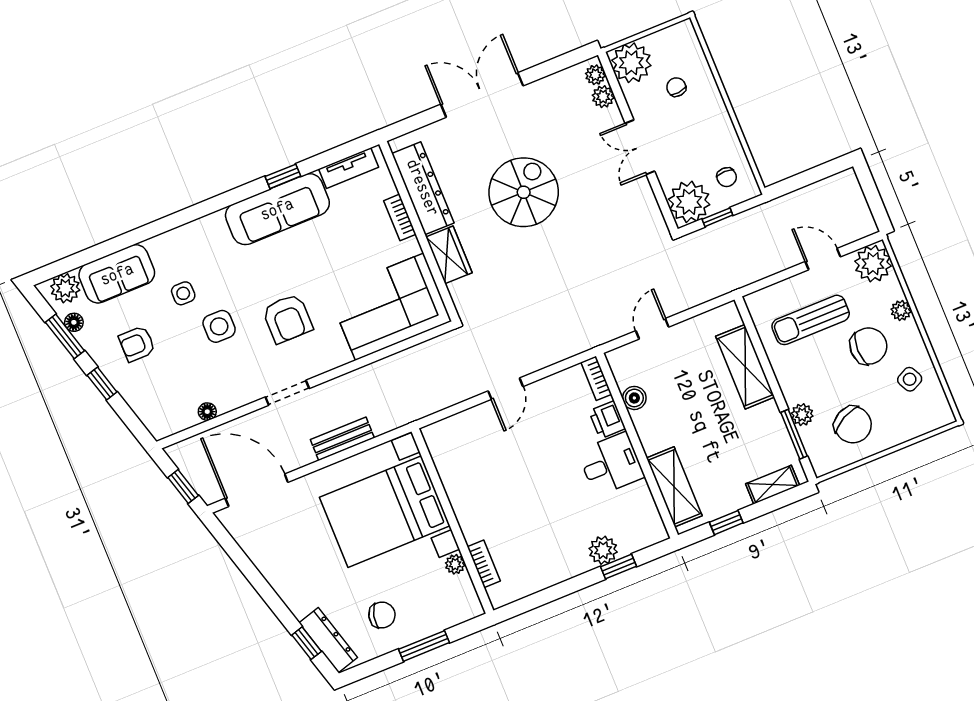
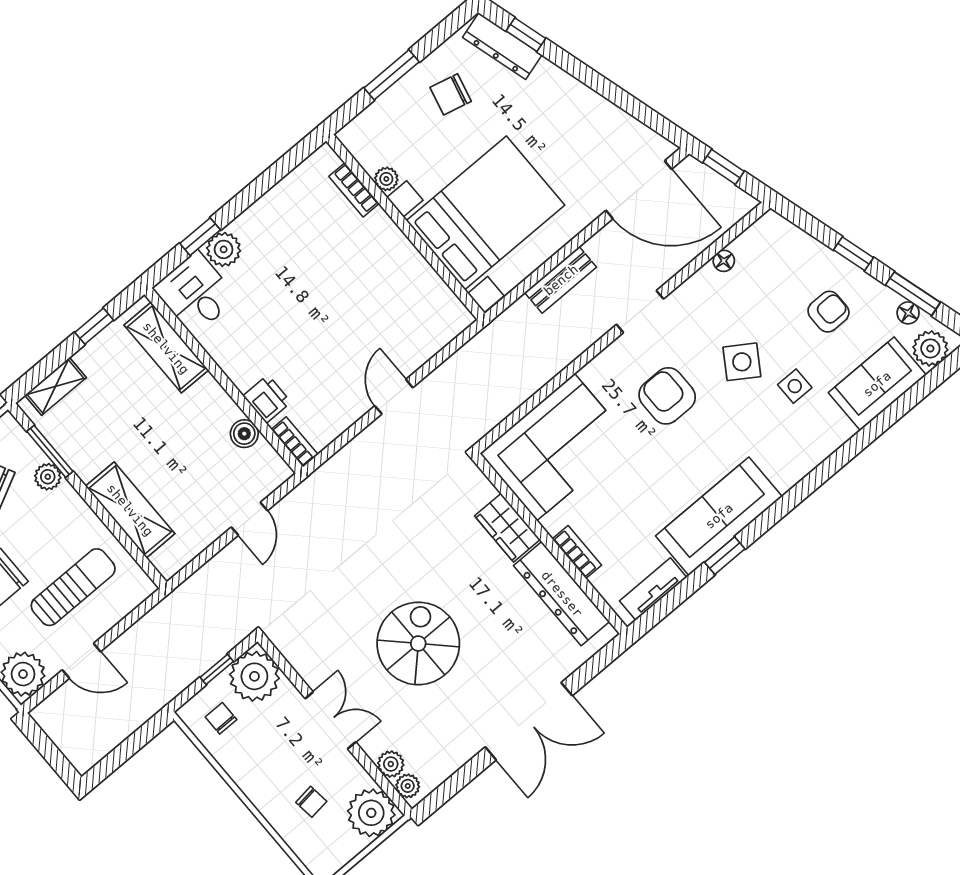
spiral stairs: (524, 192) -> (418, 643), moved, turned 180
side table: (219, 326) -> (742, 362), turned 33
desk: (611, 464) -> (196, 293), moved, turned 90

